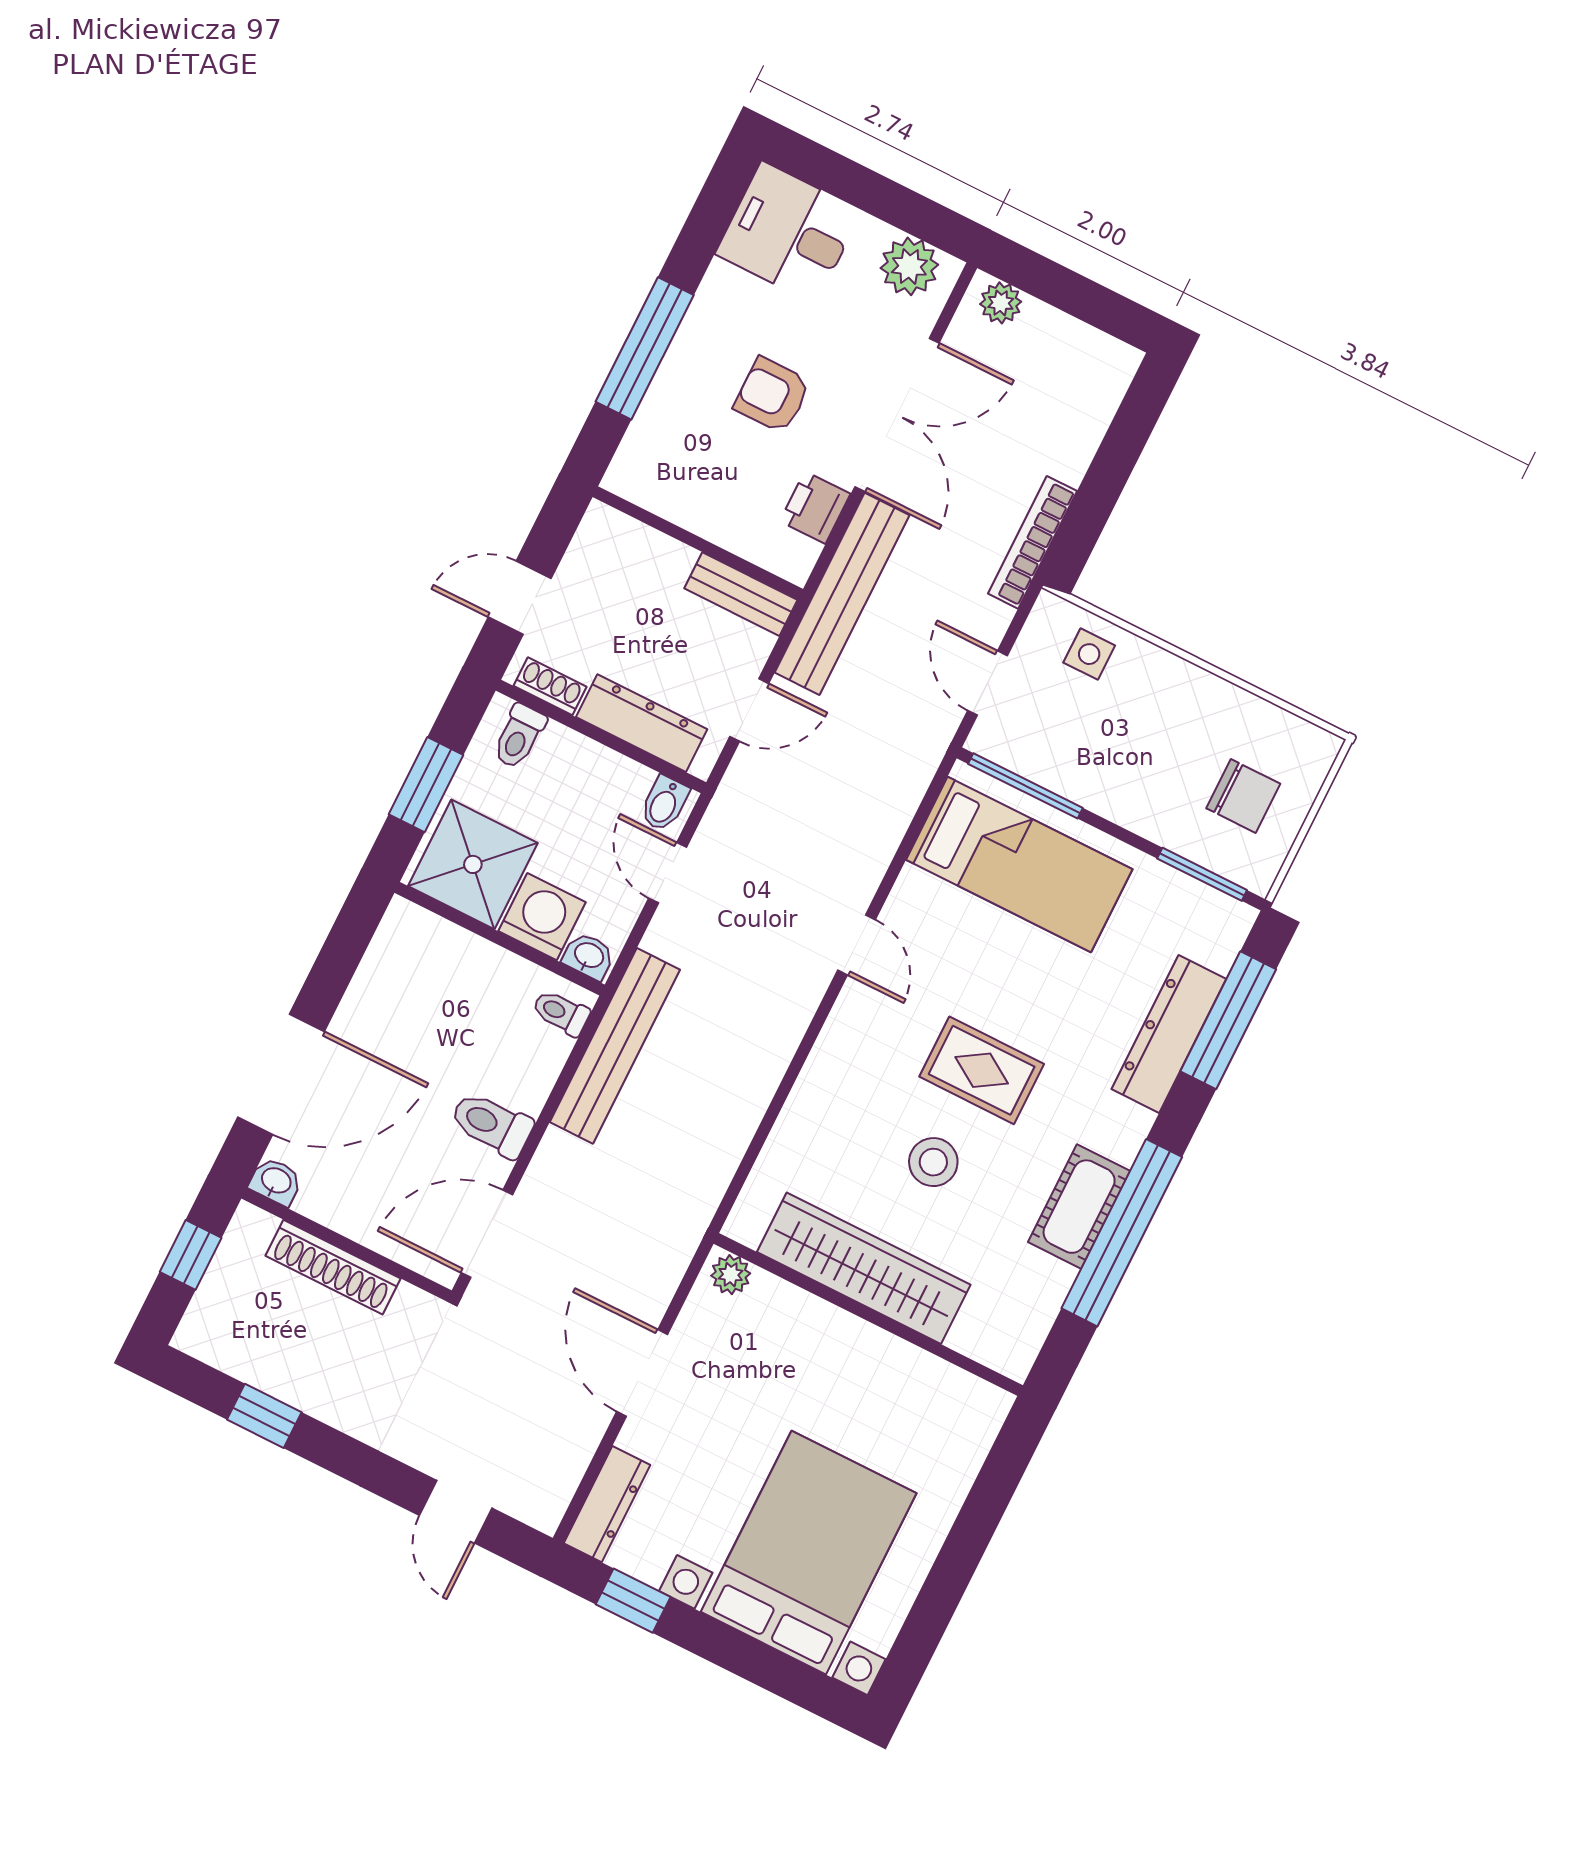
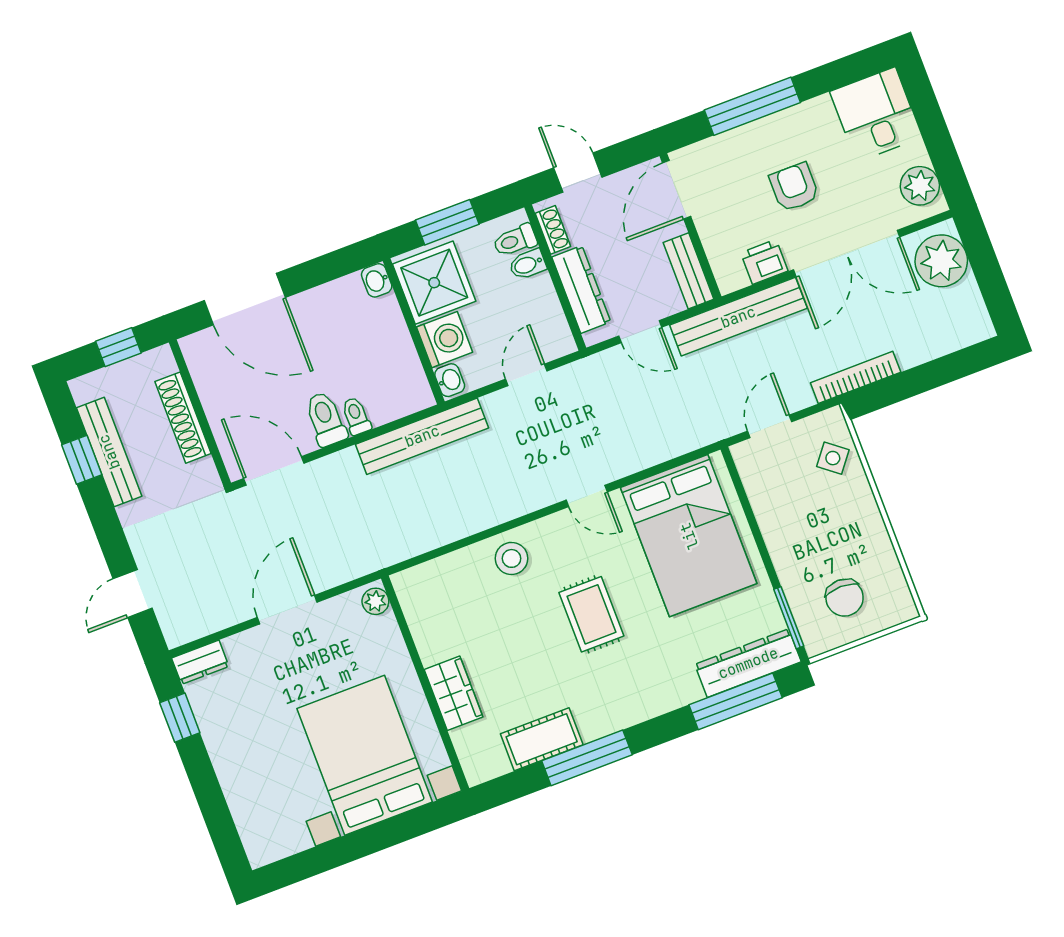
plant: (1001, 303) -> (941, 261), width x1.88, depth x1.88
door: (646, 517) -> (677, 190), added
side table: (1089, 654) -> (833, 458), turned 38
window: (1025, 786) -> (742, 494), removed
bidet: (664, 804) -> (528, 264), moved
bed: (1019, 864) -> (689, 536), width x1.50
door: (857, 945) -> (587, 496), hinge flipped
toilet: (561, 1013) -> (356, 416), moved
dresser: (1169, 1034) -> (748, 663), moved
stool: (933, 1162) -> (512, 558), moved
washbasin: (276, 1181) -> (377, 280), moved, turned 180
cot: (1079, 1207) -> (542, 739), moved
window: (1122, 1233) -> (587, 758), width x0.68
wardrobe: (864, 1268) -> (454, 693), width x0.48, depth x0.85
bench: (287, 1380) -> (109, 452), added
dresser: (607, 1504) -> (200, 662), width x0.70
bed with nightstands: (809, 1553) -> (365, 755), moved, turned -90

